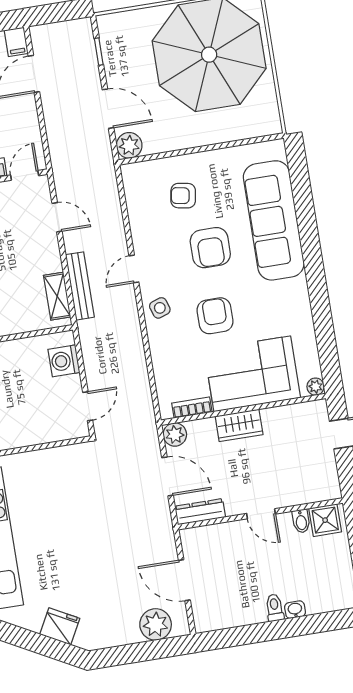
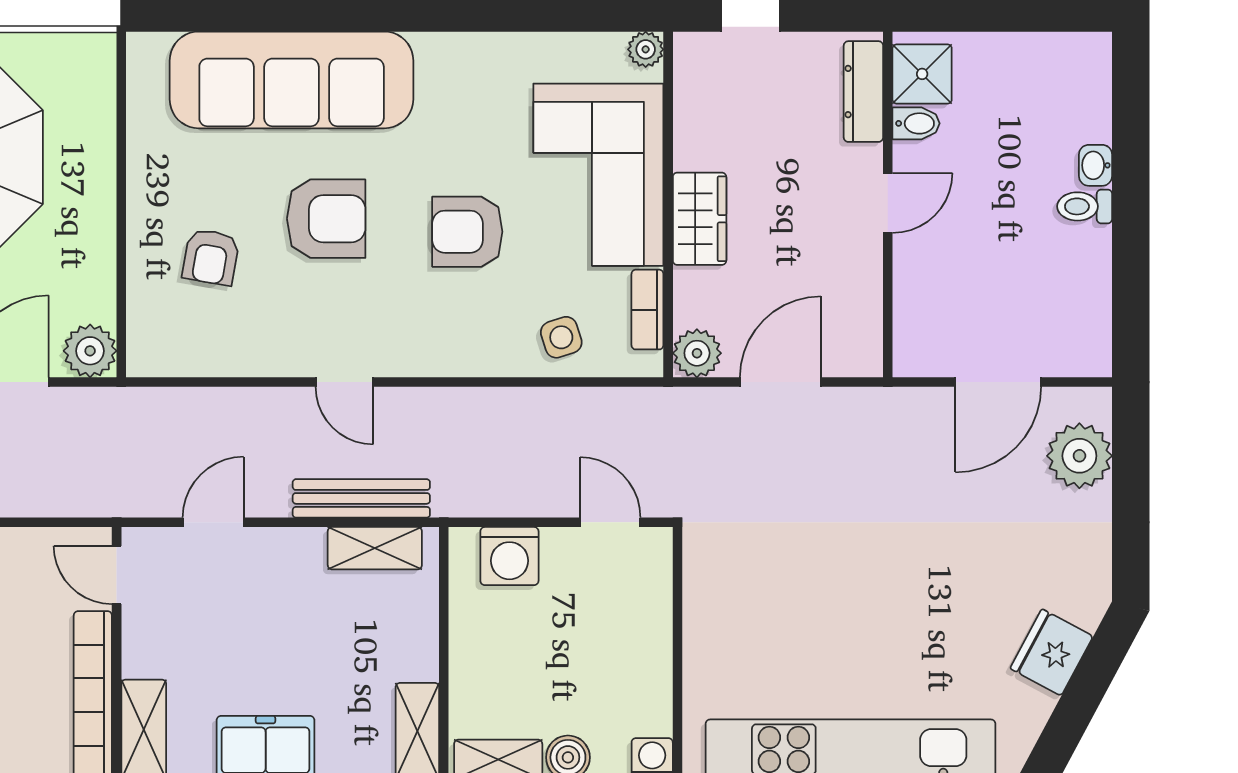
side table: (160, 308) -> (561, 337), moved
dresser: (200, 512) -> (863, 92), moved

